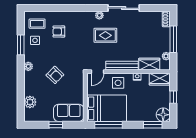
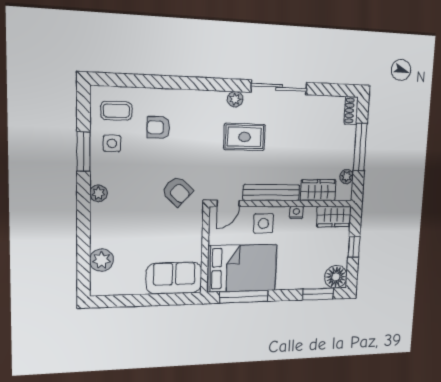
armchair: (55, 75) -> (177, 191), moved
window: (56, 125) -> (150, 300), removed

